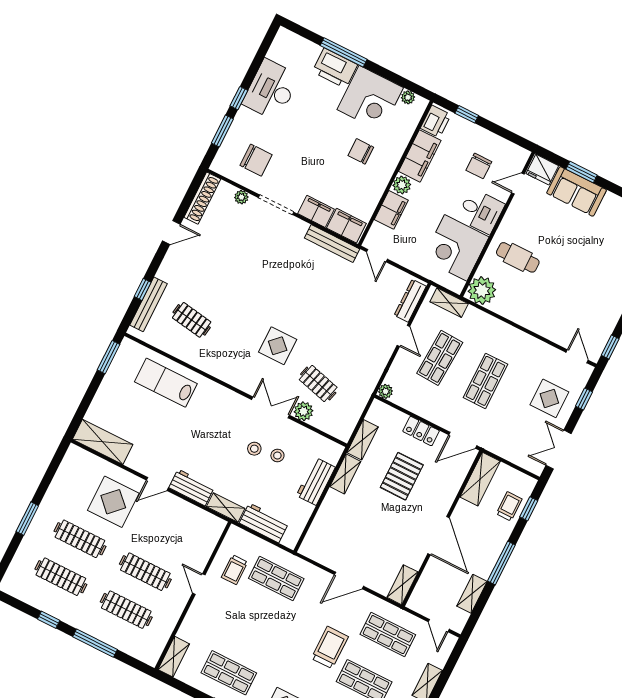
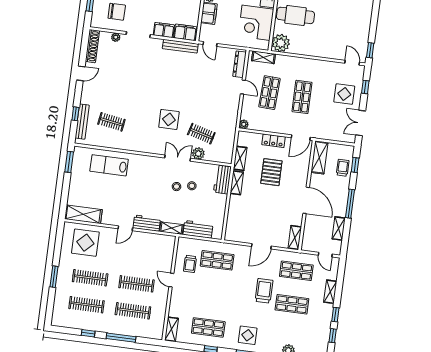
cafe table: (518, 257) -> (295, 15), width x1.37, depth x1.35
workbench: (316, 481) -> (222, 179), moved
display table: (113, 502) -> (85, 243), moved

